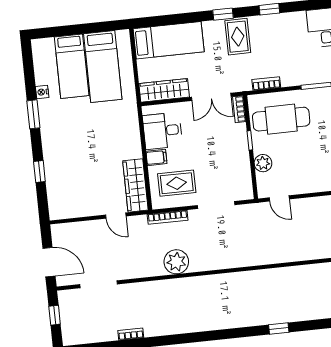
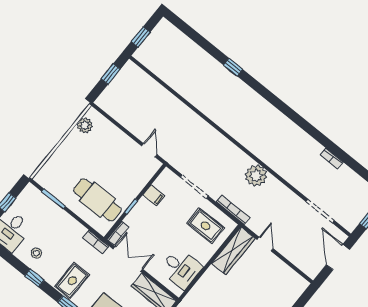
stool: (287, 30) -> (36, 253), added
bookcase: (266, 84) -> (96, 242), moved
filing cabinet: (156, 157) -> (154, 195), moved, turned 180
plant: (263, 163) -> (137, 183), removed

